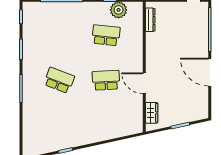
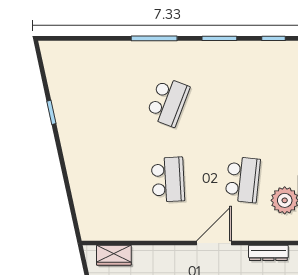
door: (144, 83) -> (214, 243), moved

